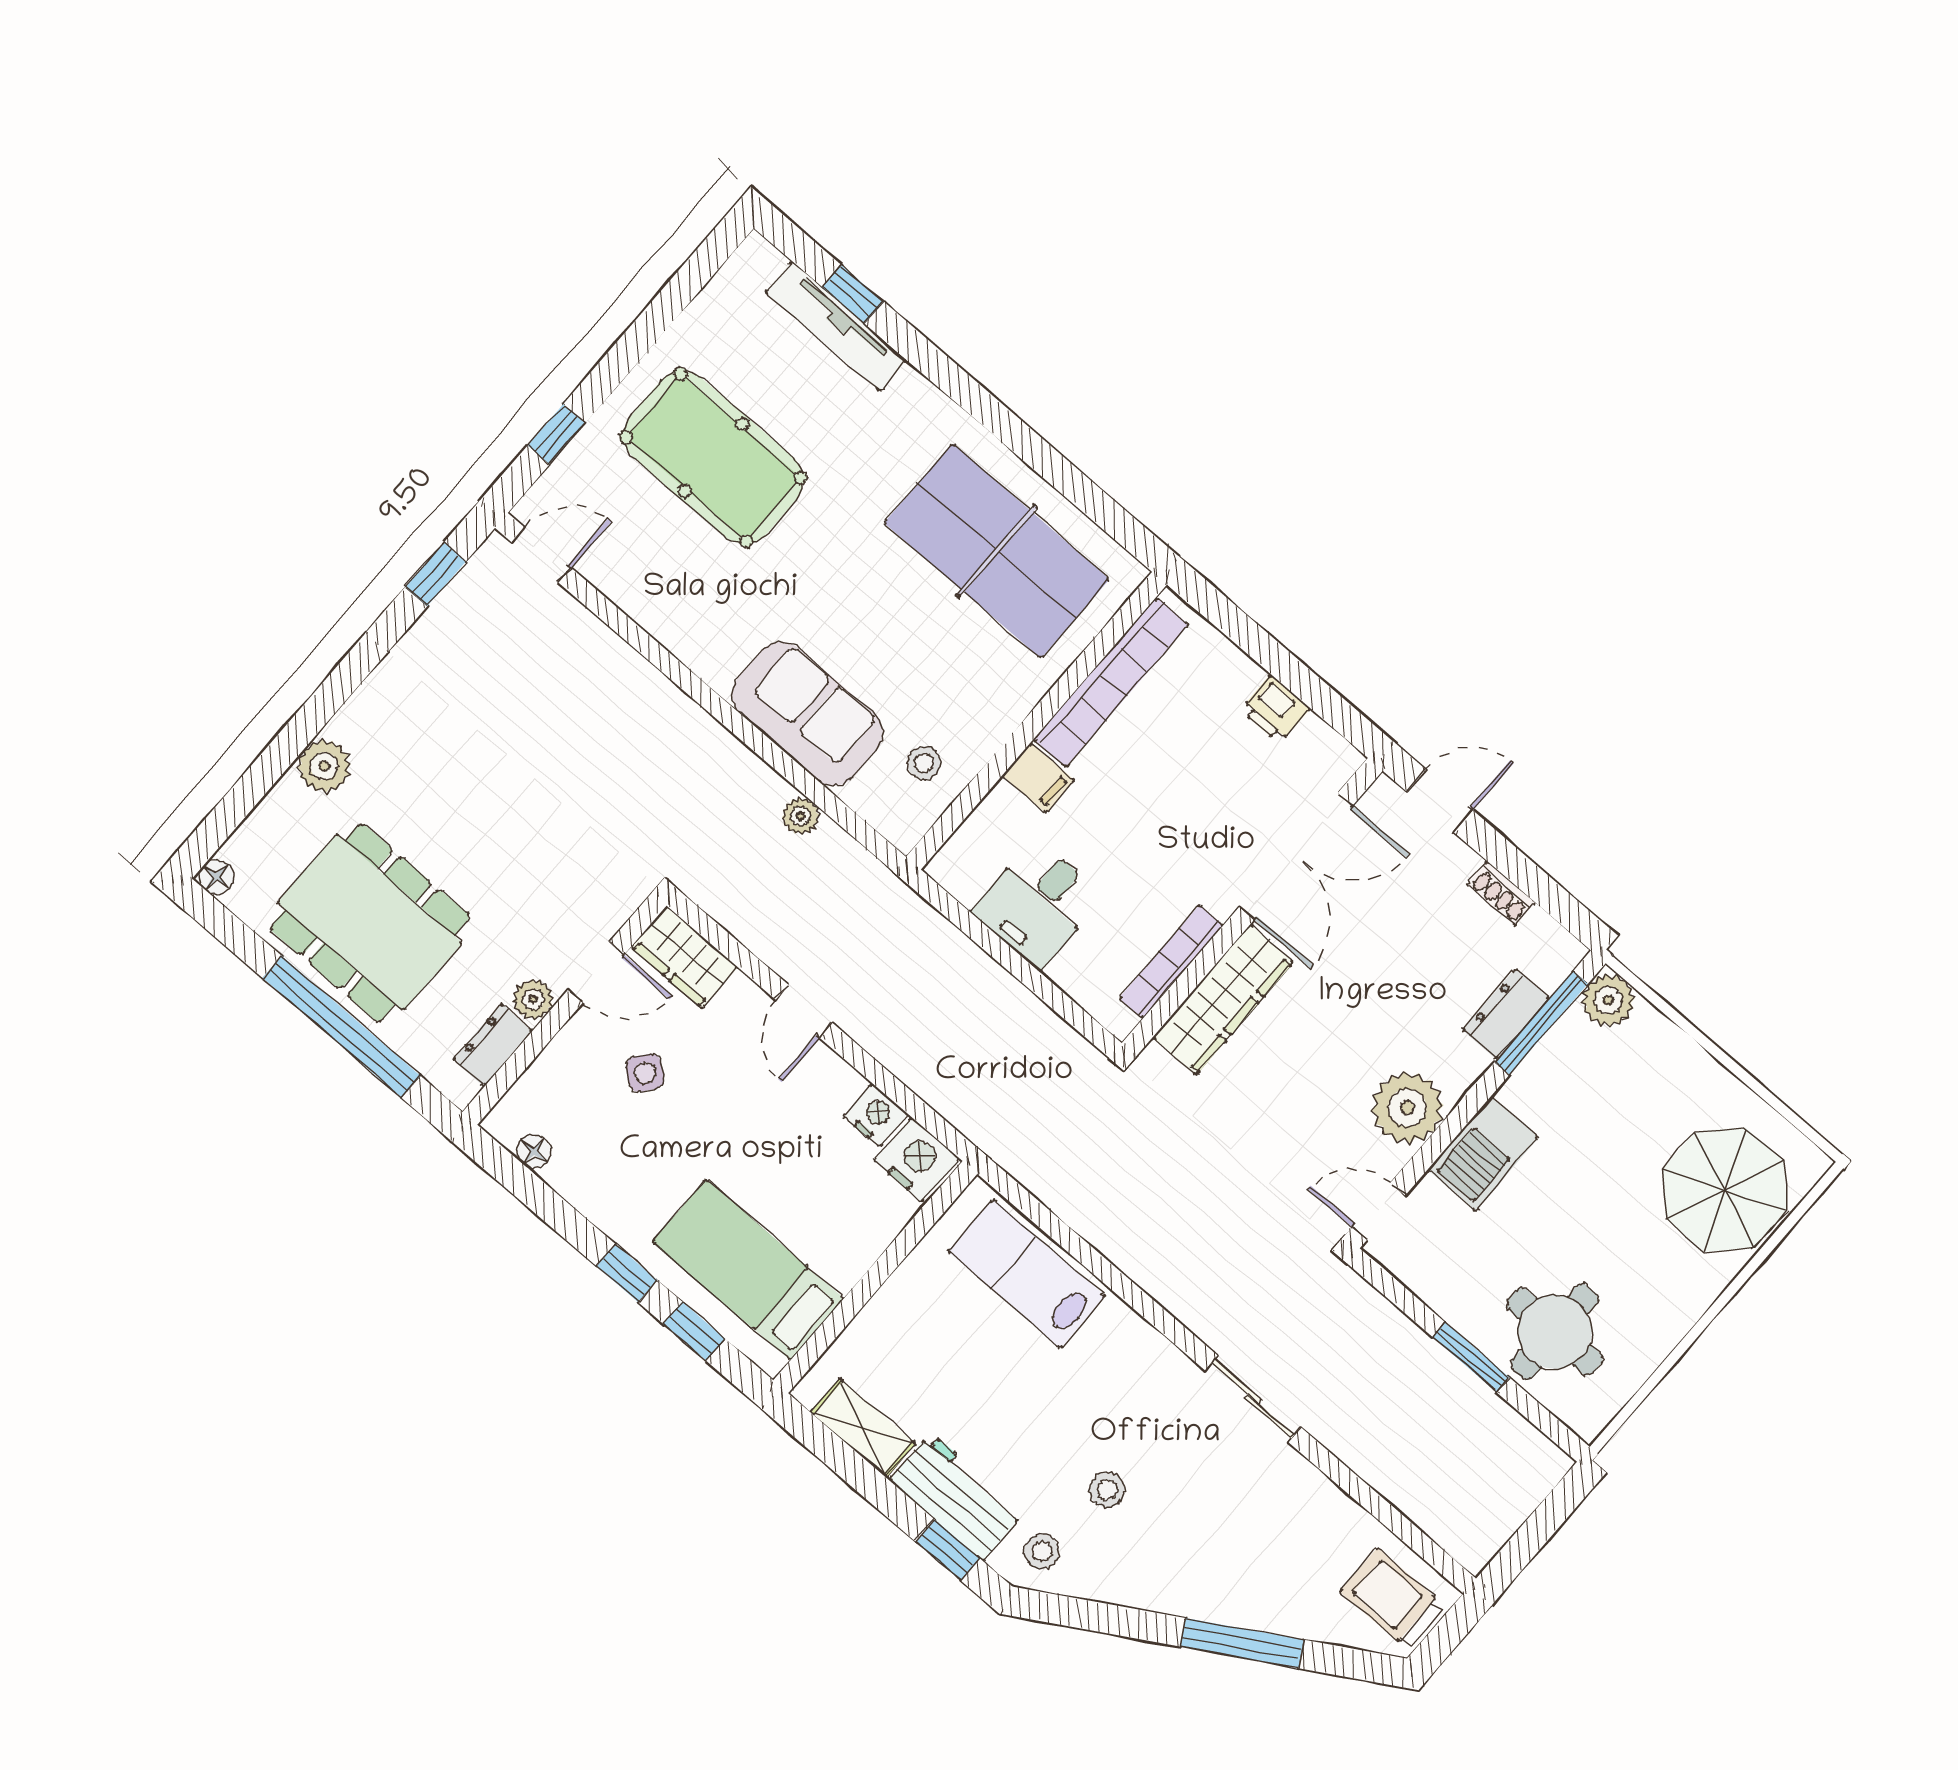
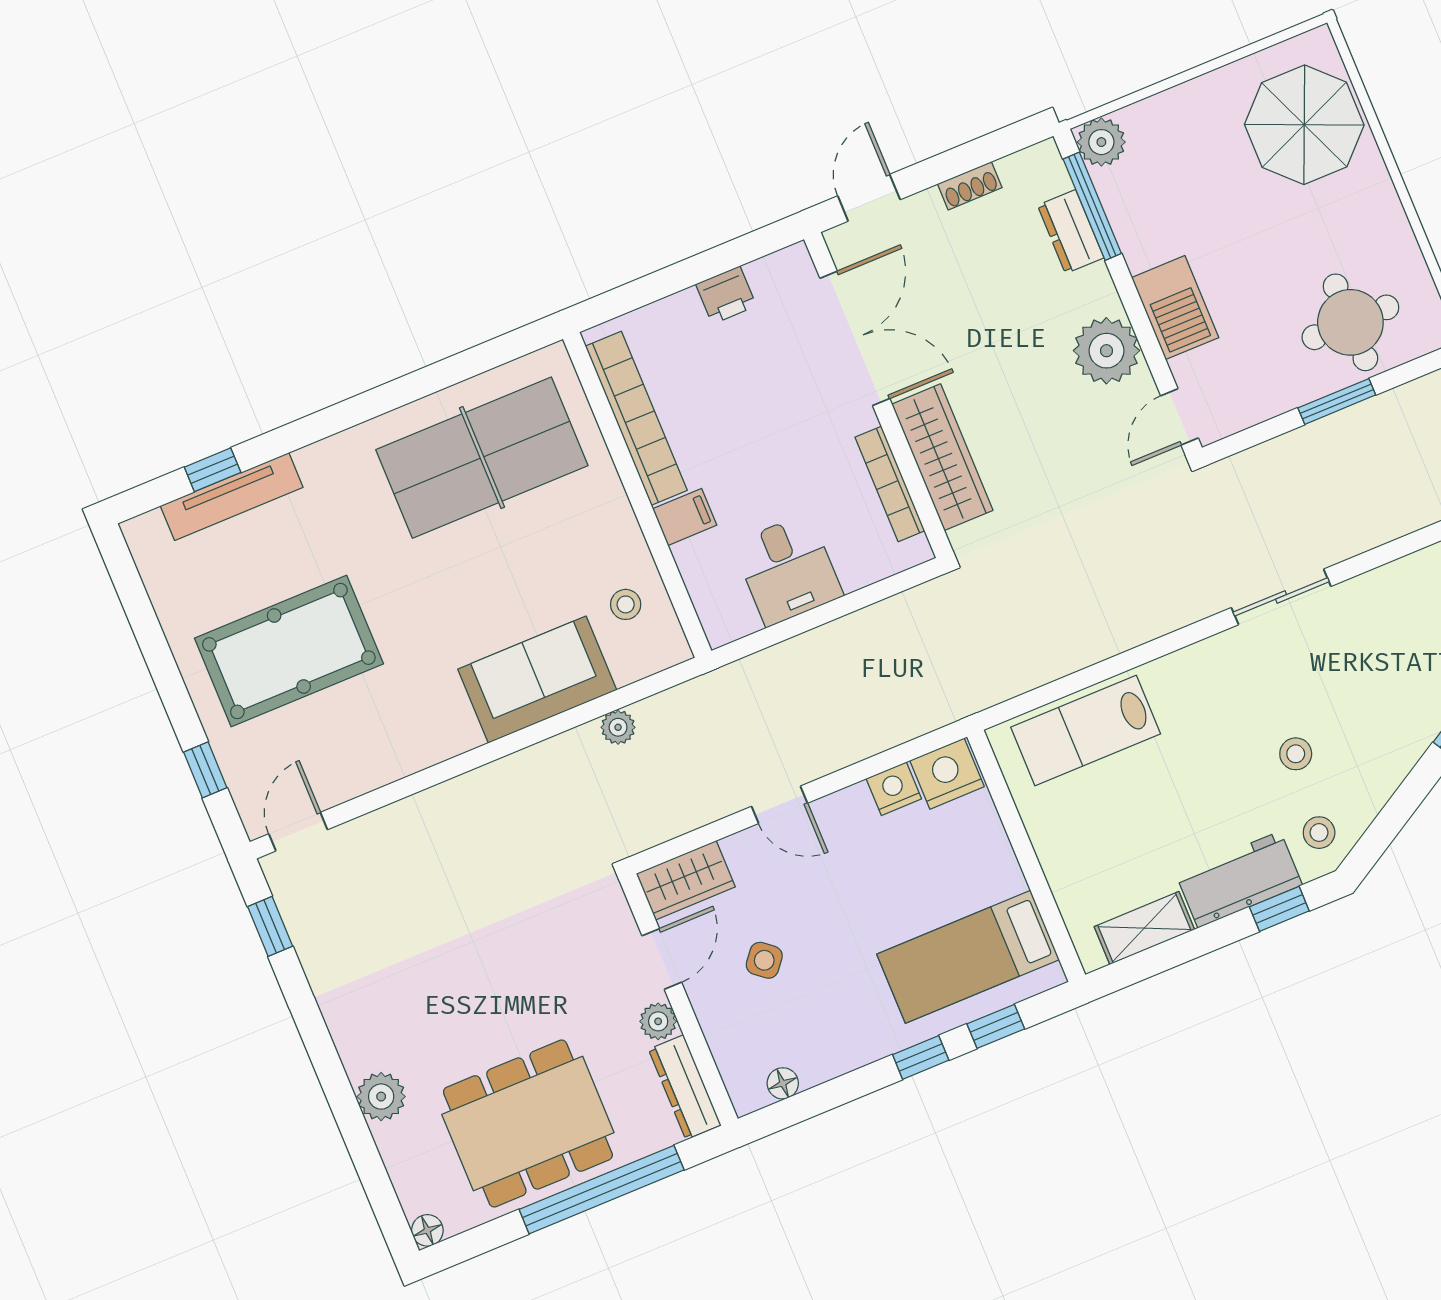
dresser: (493, 1045) -> (685, 1087), width x1.44

